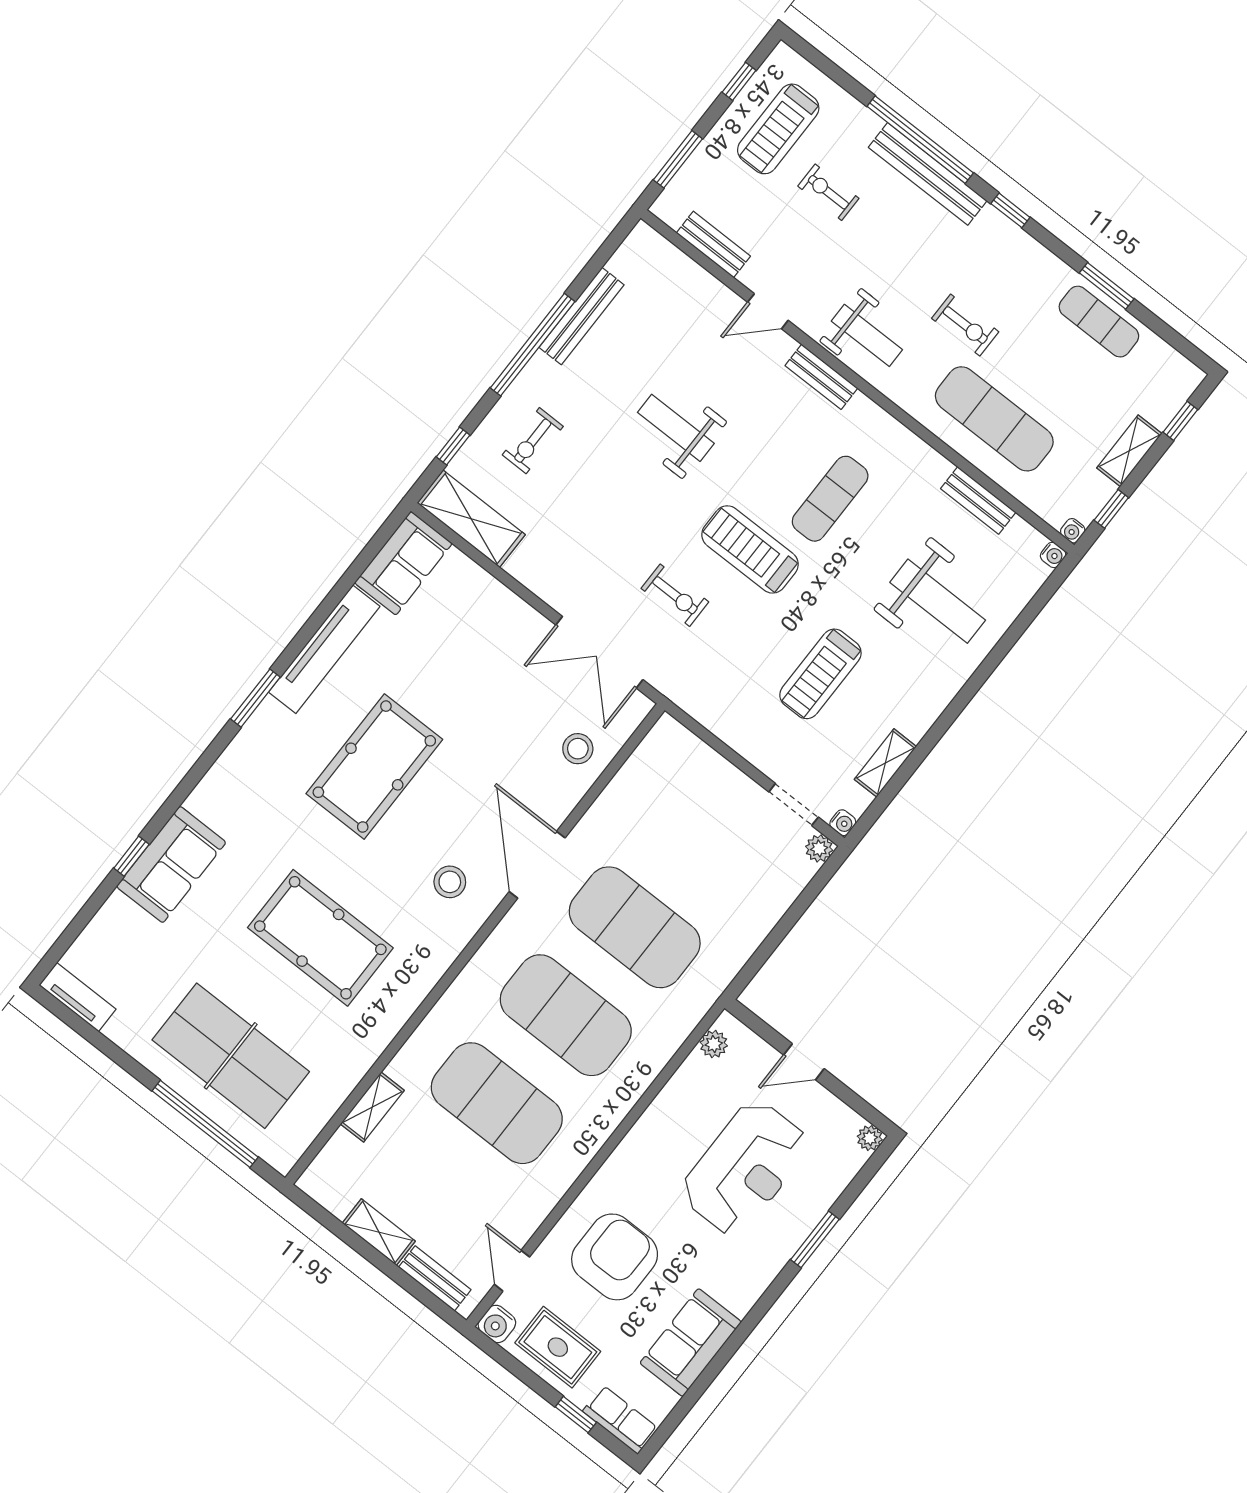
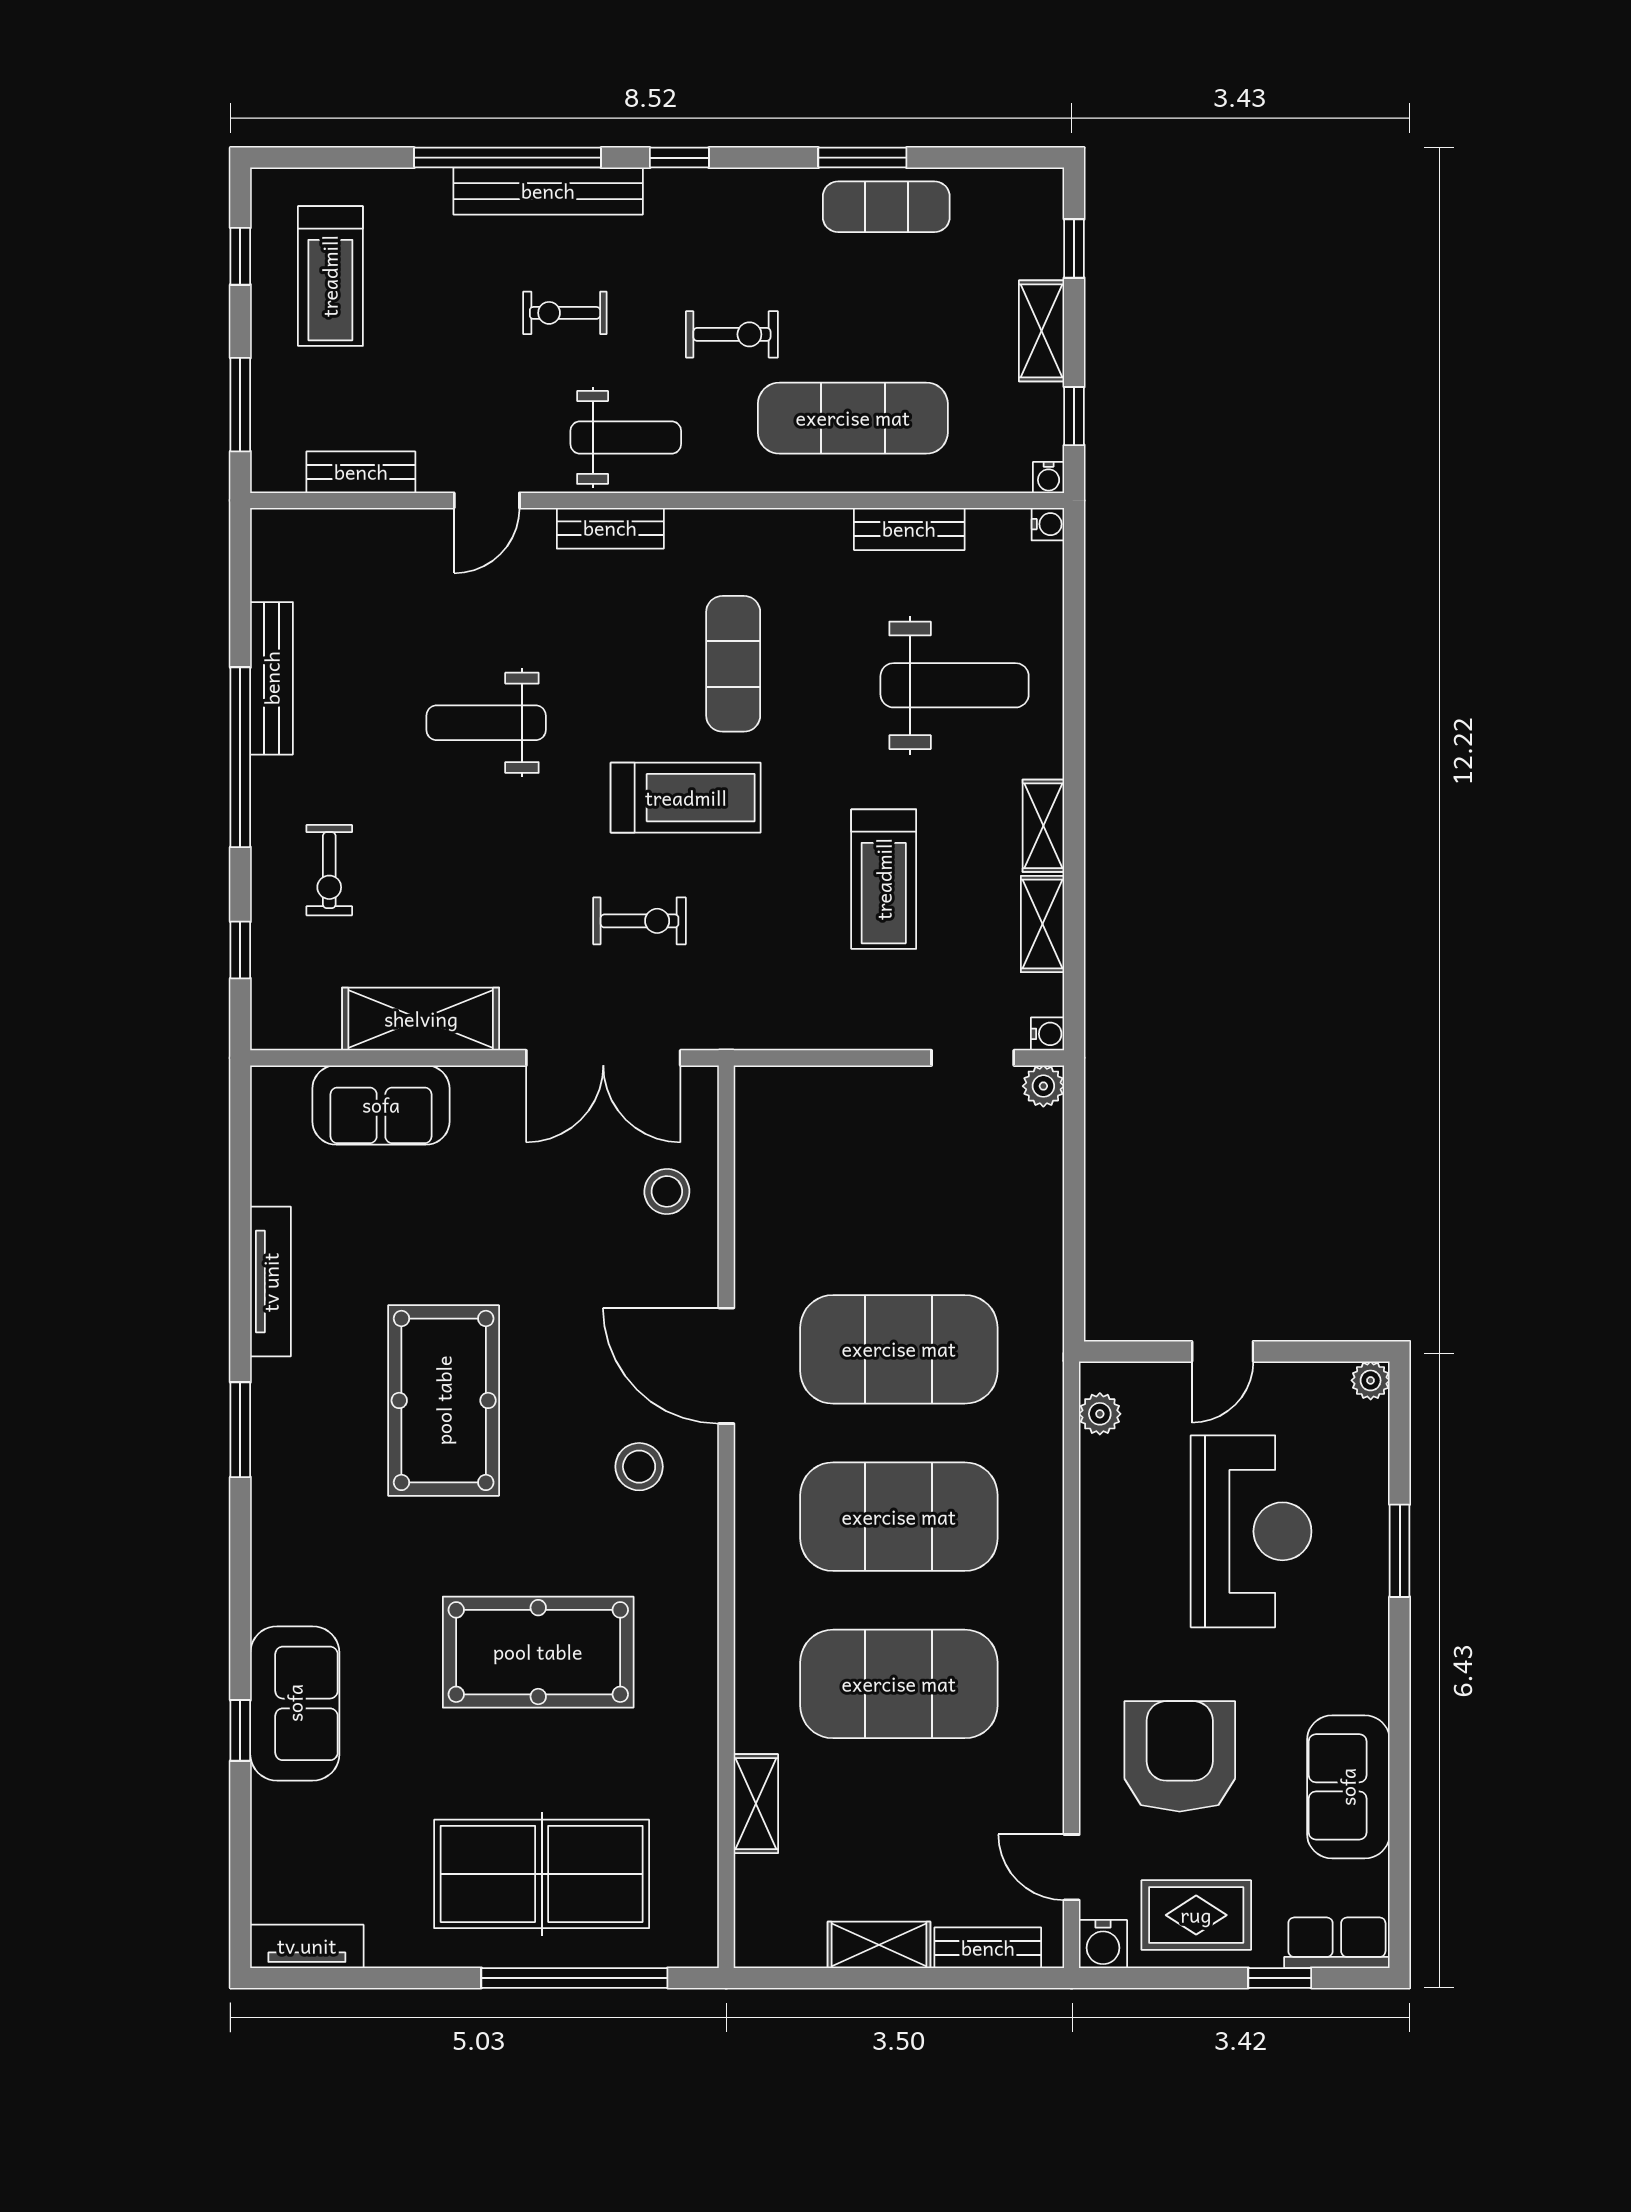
exercise bike: (828, 192) -> (565, 313), moved
shelving: (471, 519) -> (421, 1019), moved
treadmill: (750, 549) -> (686, 798), turned 180
sofa: (403, 563) -> (381, 1105), moved, turned 90
tv unit: (324, 649) -> (271, 1282), width x0.73, depth x0.78
shelving: (926, 712) -> (1043, 826), added

